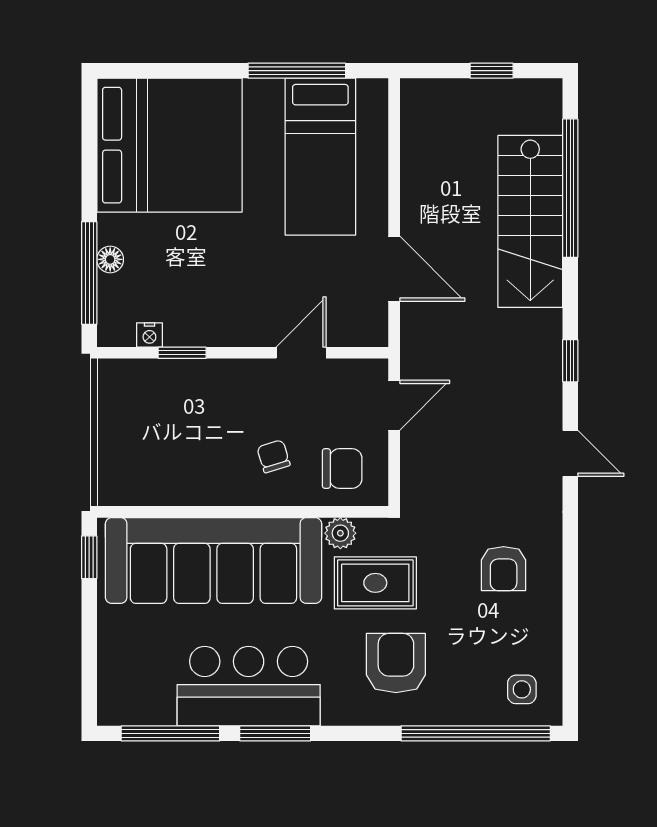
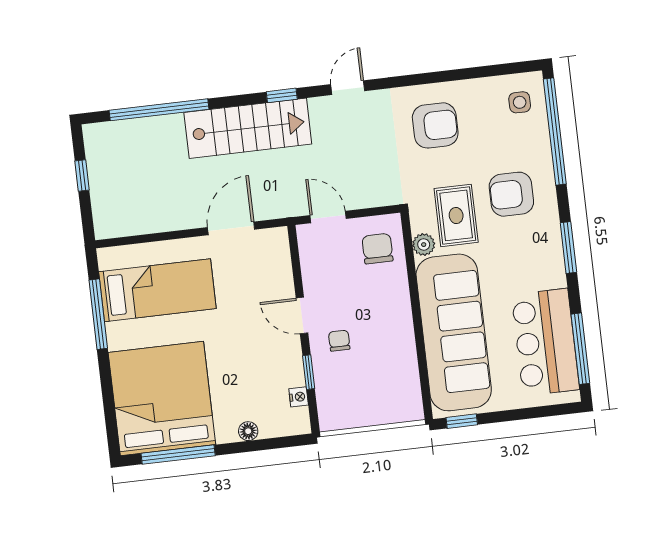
stairs: (530, 221) -> (248, 128), moved
window: (89, 273) -> (178, 454), moved
door: (301, 353) -> (302, 316), moved
chair: (273, 456) -> (339, 341), moved, turned 107
armchair: (504, 569) -> (435, 125), width x1.38, depth x1.38
bar counter: (249, 686) -> (545, 342), moved
window: (275, 733) -> (568, 247), moved

